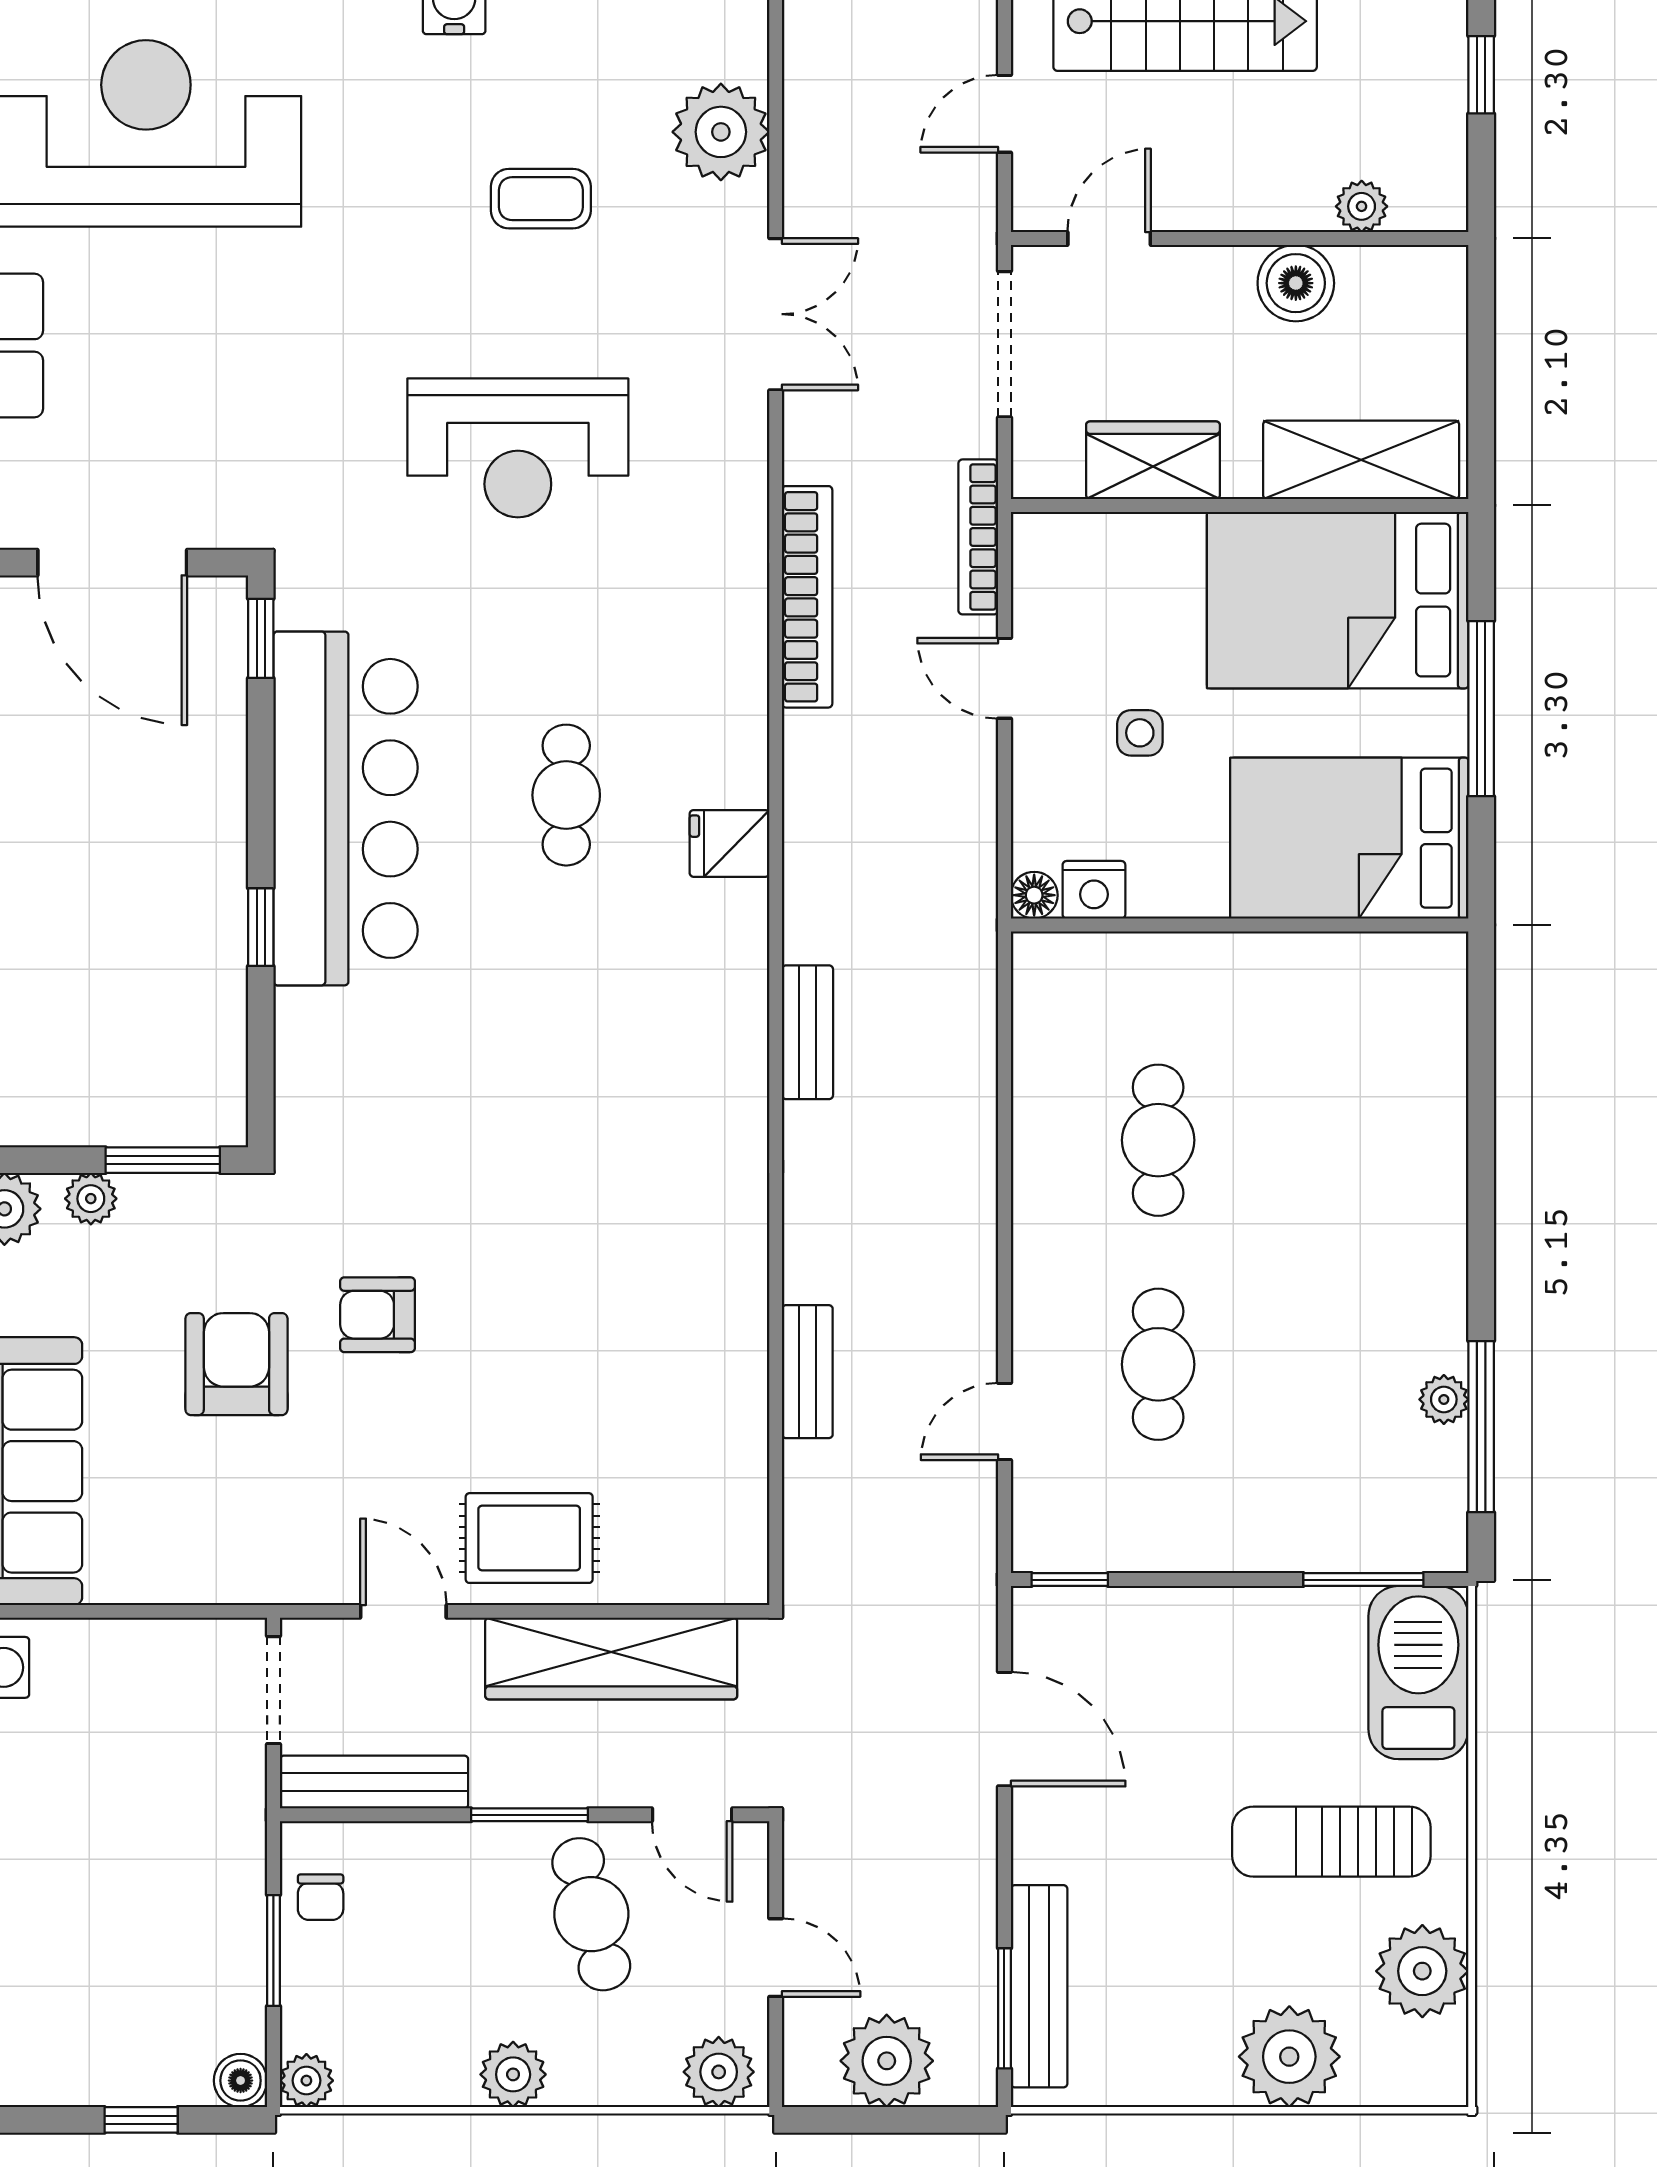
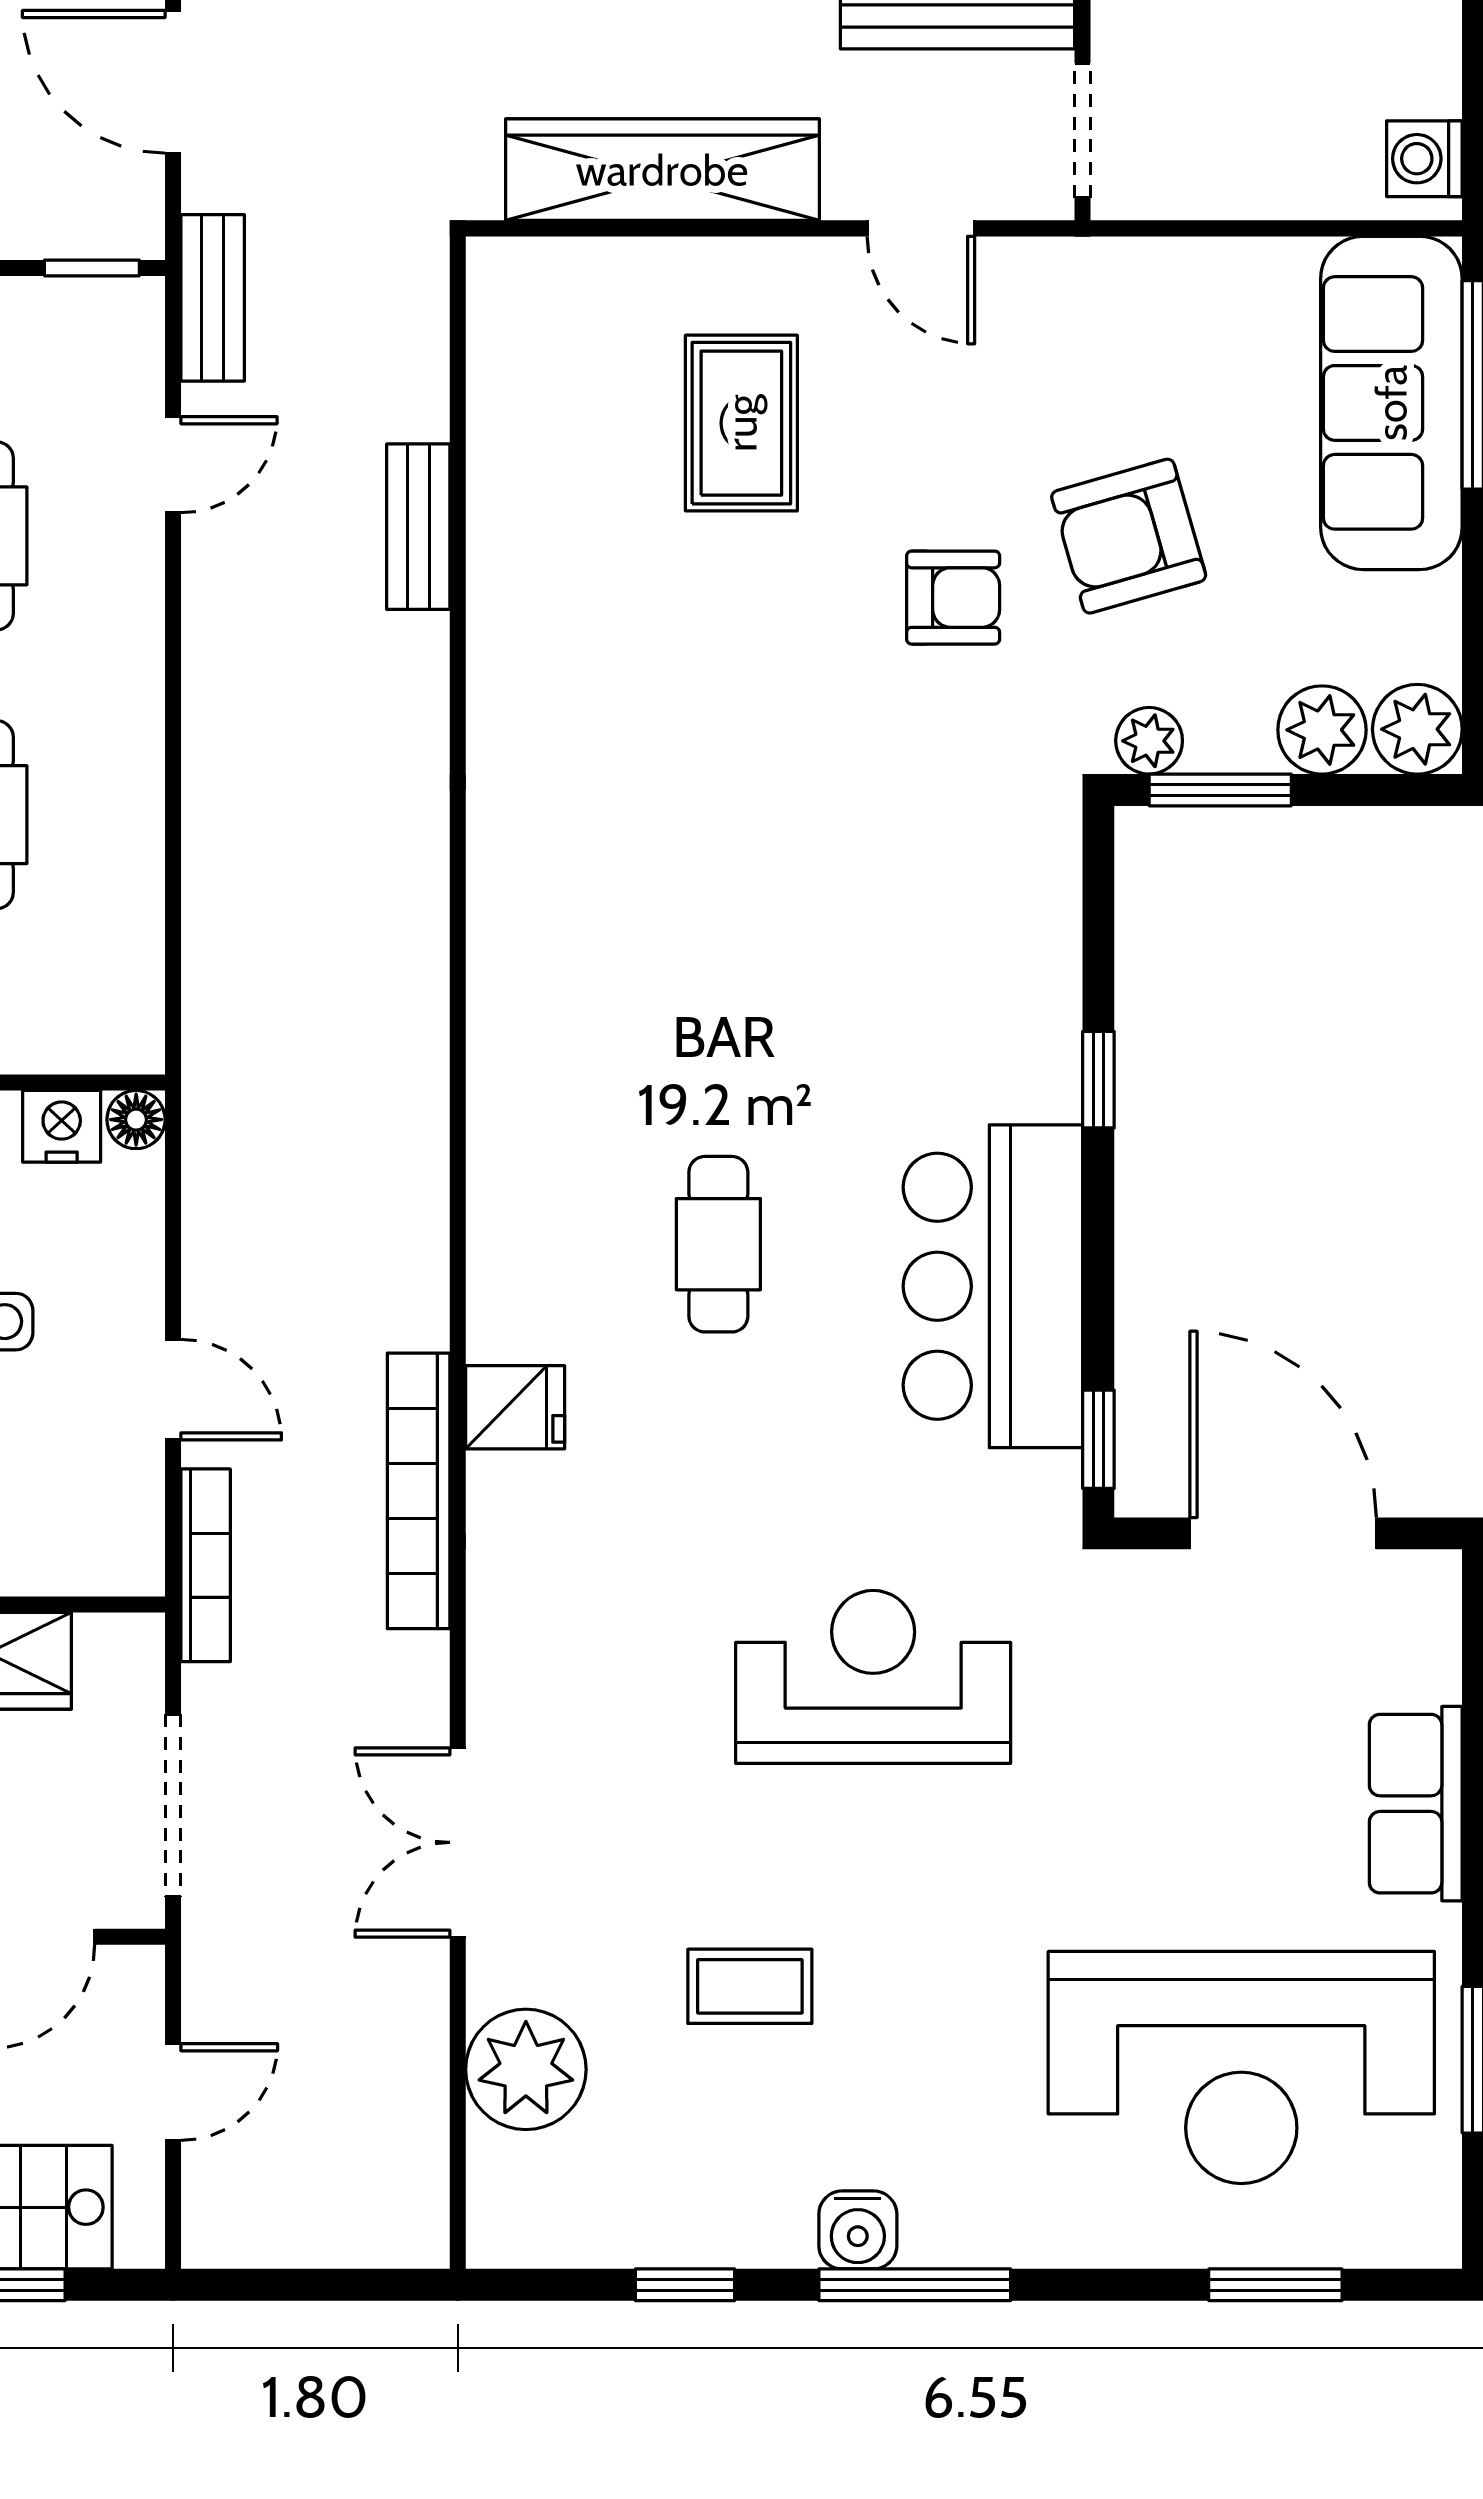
reception desk: (518, 448) -> (873, 1677), moved
bar counter: (346, 808) -> (993, 1286), width x0.73
fridge: (729, 843) -> (515, 1407), moved
bench: (808, 1032) -> (213, 298), moved
plant: (91, 1199) -> (1322, 730), width x1.38, depth x1.38
plant: (220, 1200) -> (1149, 741), added
armchair: (236, 1364) -> (1129, 536), turned 74
rug: (529, 1538) -> (741, 423), moved, turned 90

